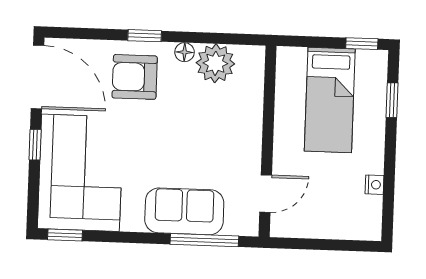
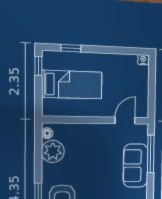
floor lamp: (185, 52) -> (47, 133), moved
nightstand: (375, 185) -> (143, 60), moved
door: (266, 194) -> (125, 121), hinge flipped

